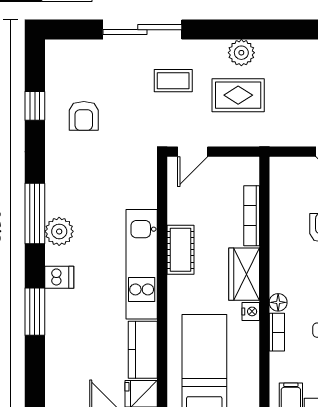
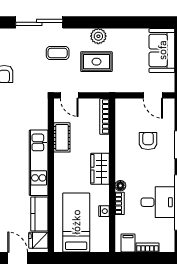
door: (193, 152) -> (69, 95), hinge flipped
bookcase: (252, 216) -> (104, 116), moved
cot: (180, 250) -> (62, 137), moved
nightstand: (251, 311) -> (104, 211), moved

